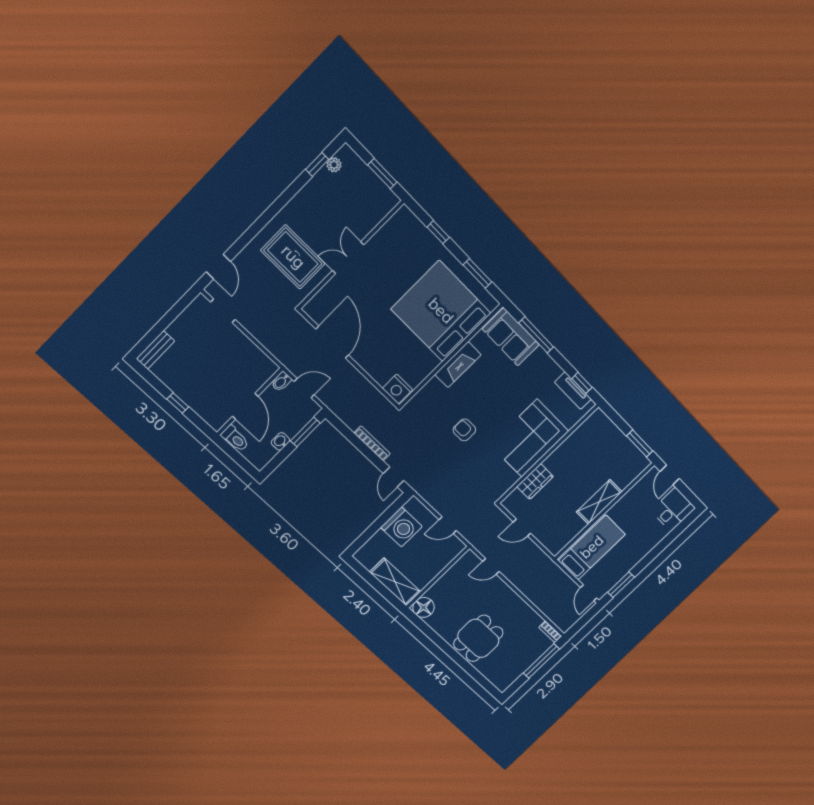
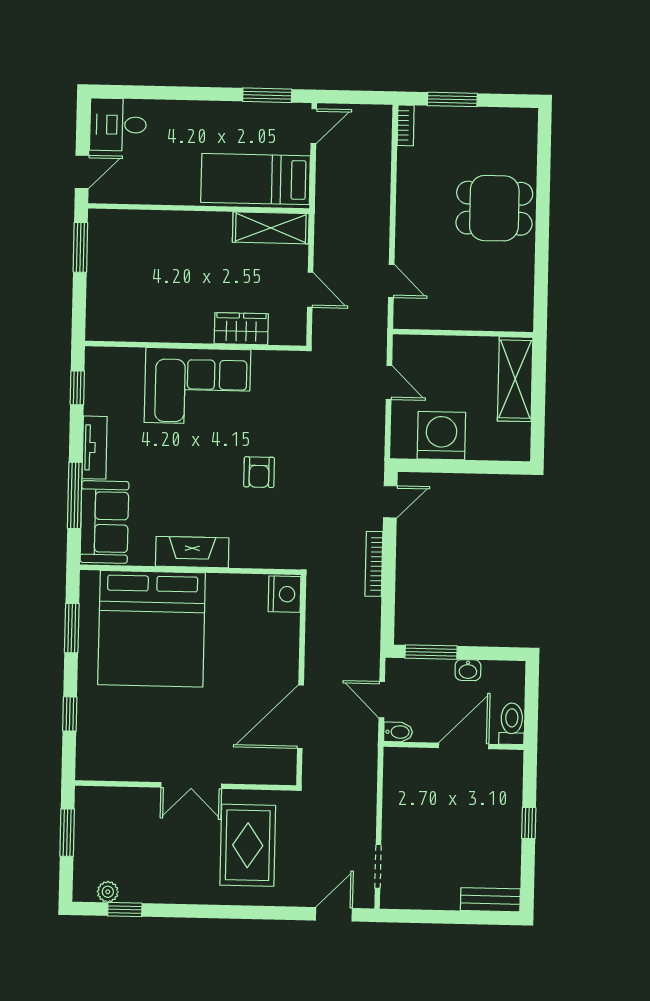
tv unit: (573, 391) -> (95, 448), moved
shelving: (599, 502) -> (271, 228), moved
floor lamp: (423, 607) -> (516, 314), removed
window: (541, 661) -> (452, 99), width x0.69

